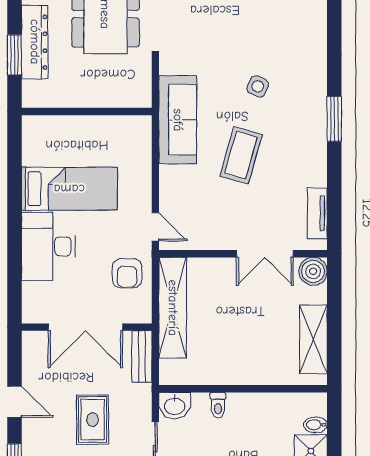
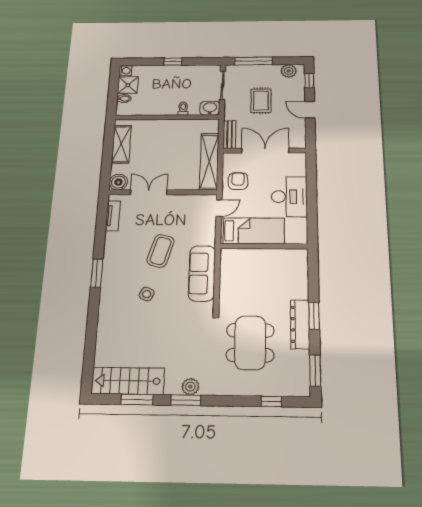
wall: (87, 112) -> (264, 246), moved
bed: (69, 189) -> (252, 231), moved, turned 180
door: (155, 227) -> (219, 208), swing flipped

